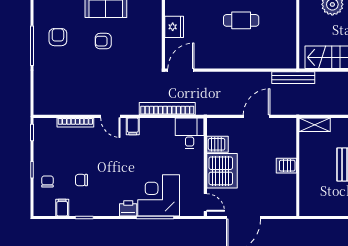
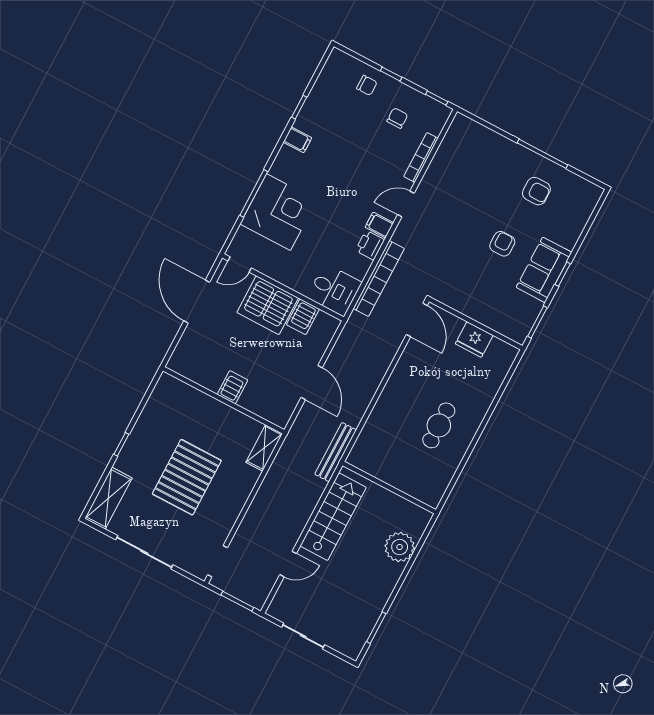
chair: (81, 180) -> (397, 118), moved
filing cabinet: (62, 208) -> (297, 140), moved
printer: (128, 208) -> (370, 245), moved, turned 180

